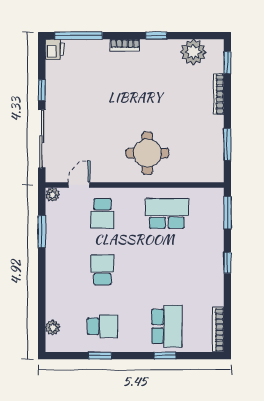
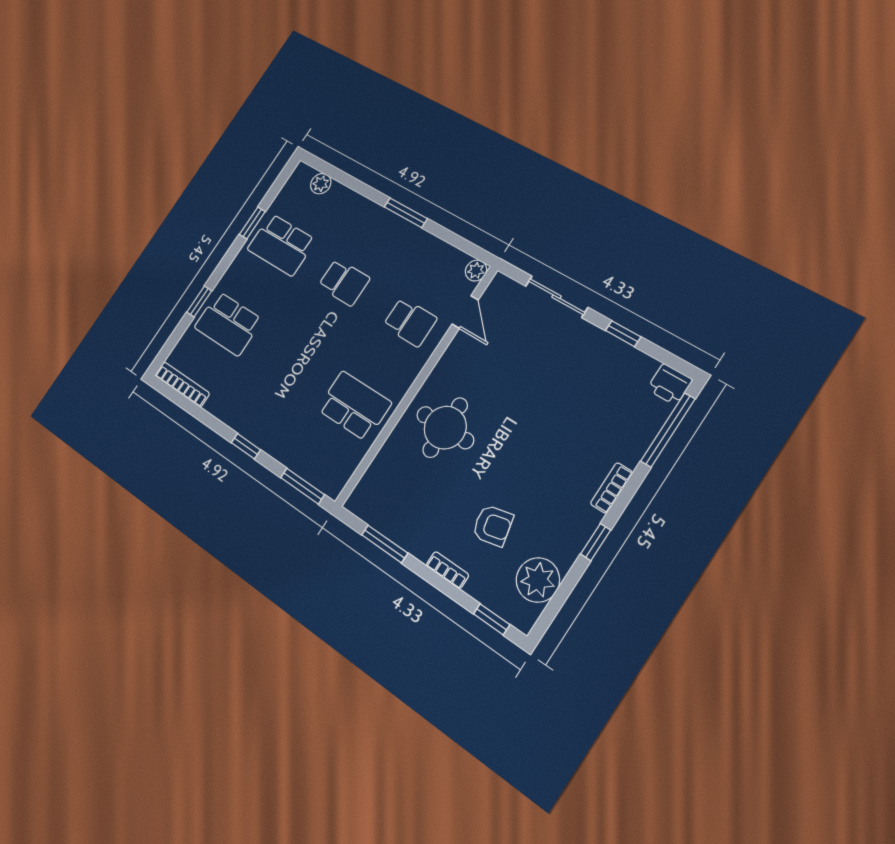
armchair: (181, 93) -> (493, 526), added
bookcase: (219, 94) -> (447, 570), width x0.64
sliding door: (42, 139) -> (557, 297), width x0.73
school desk: (102, 213) -> (410, 322), turned 180
school desk: (167, 213) -> (354, 406), turned -90
window: (42, 231) -> (406, 213), moved
school desk: (102, 326) -> (281, 245), width x1.85

